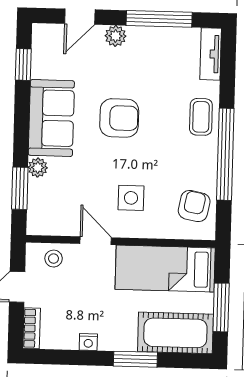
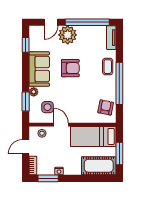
window: (159, 19) -> (87, 22), width x1.46
plant: (116, 36) -> (68, 35), width x1.87, depth x1.87
side table: (131, 198) -> (47, 107), moved
window: (135, 359) -> (48, 178), moved

